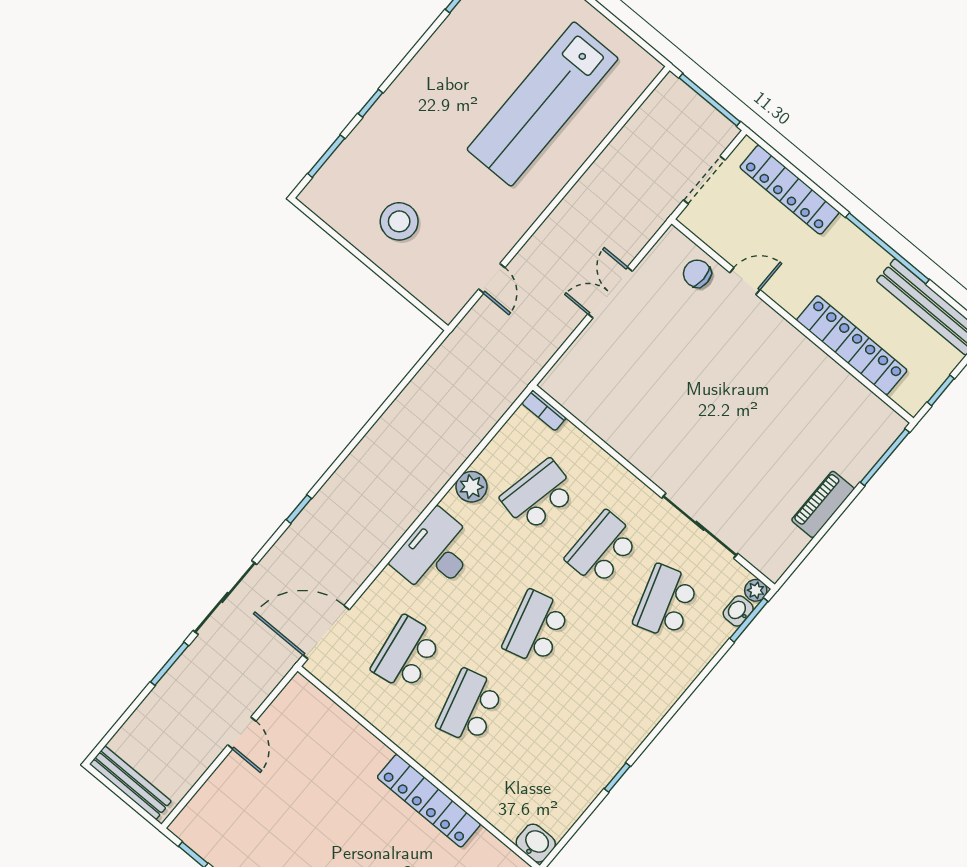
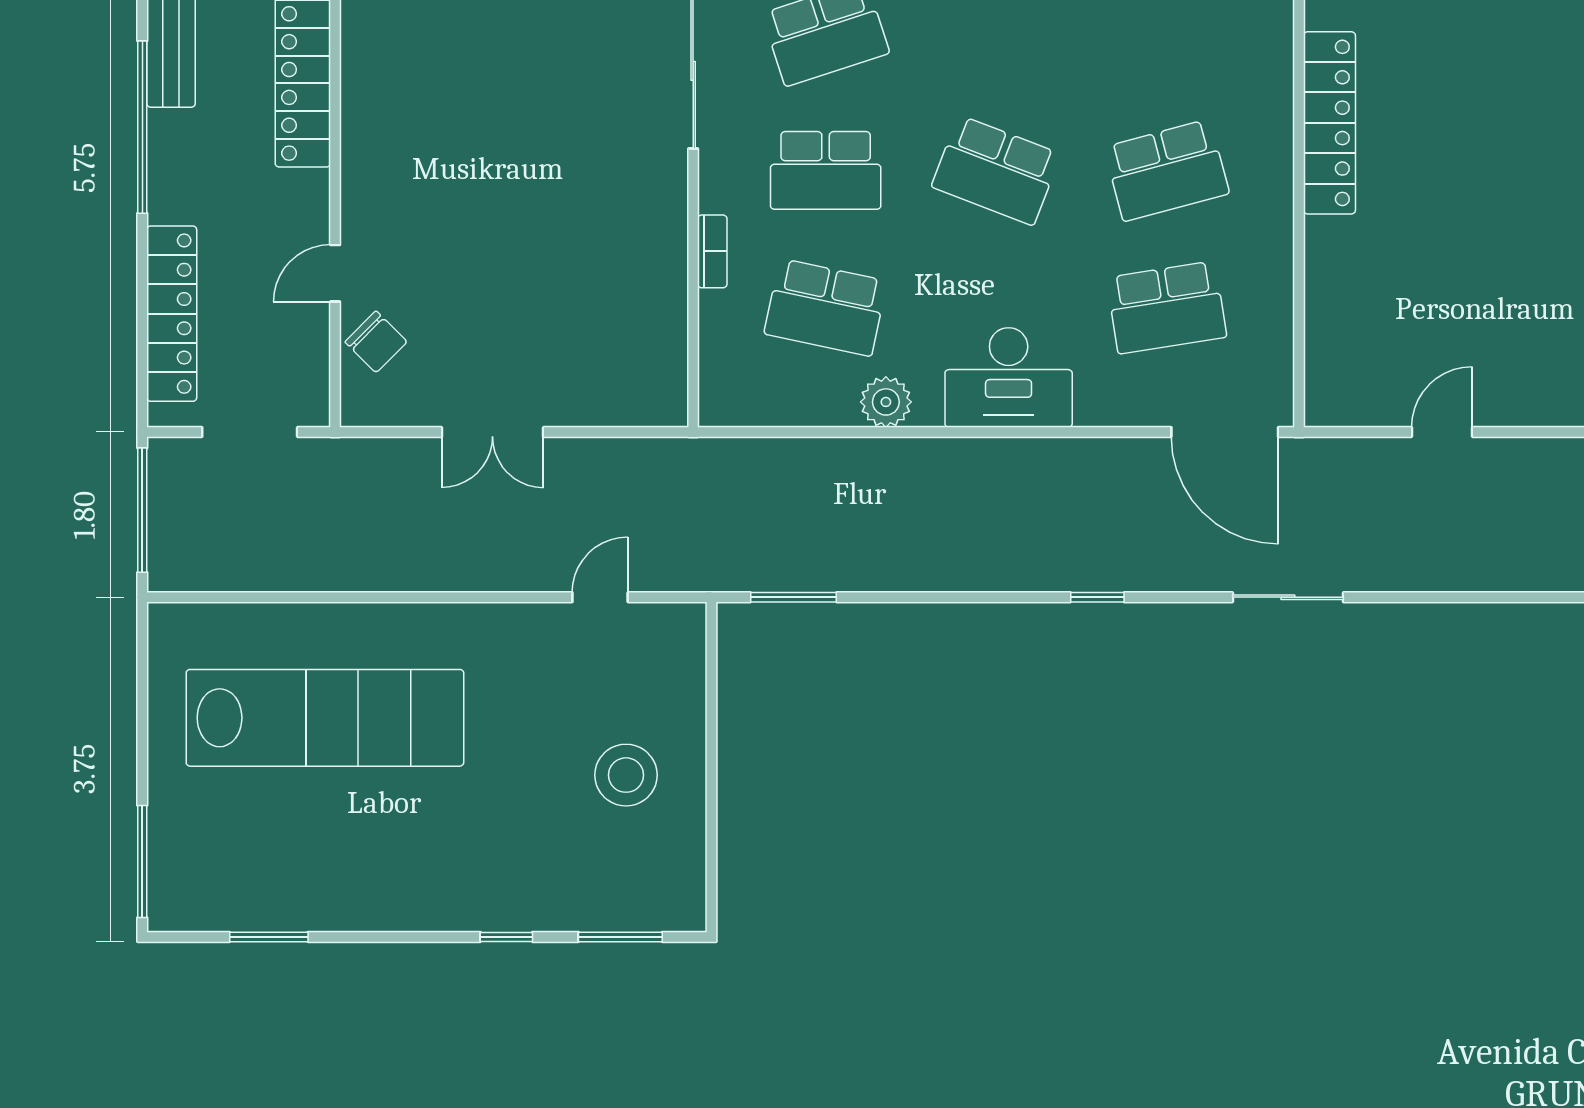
chair: (697, 274) -> (376, 342), turned -45
door: (745, 281) -> (335, 273), hinge flipped
bookcase: (544, 410) -> (712, 251), moved
sliding door: (225, 597) -> (1288, 597), width x0.73
school desk: (536, 628) -> (996, 170), turned 36
window: (170, 664) -> (794, 597), moved

